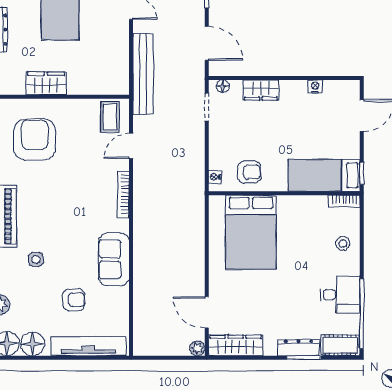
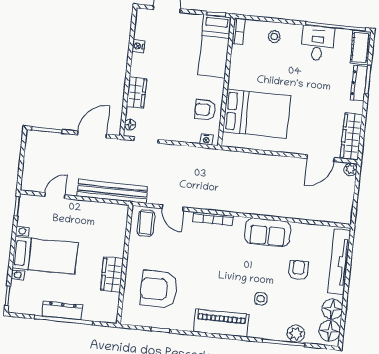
coffee table: (110, 117) -> (146, 223), turned 90
armchair: (249, 172) -> (205, 110), turned -90

